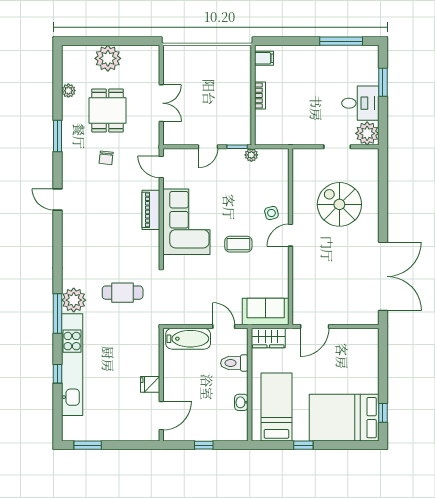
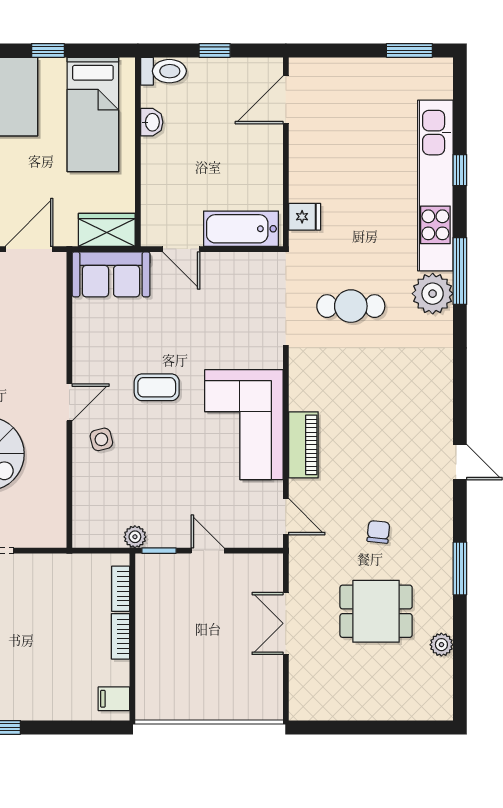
plant: (108, 58) -> (375, 699), removed
dining table: (108, 110) -> (376, 611), turned 90
bookcase: (260, 124) -> (121, 589), added
door: (208, 147) -> (208, 551), hinge flipped
toilet: (234, 363) -> (163, 71), moved
fridge: (150, 384) -> (305, 217), moved

